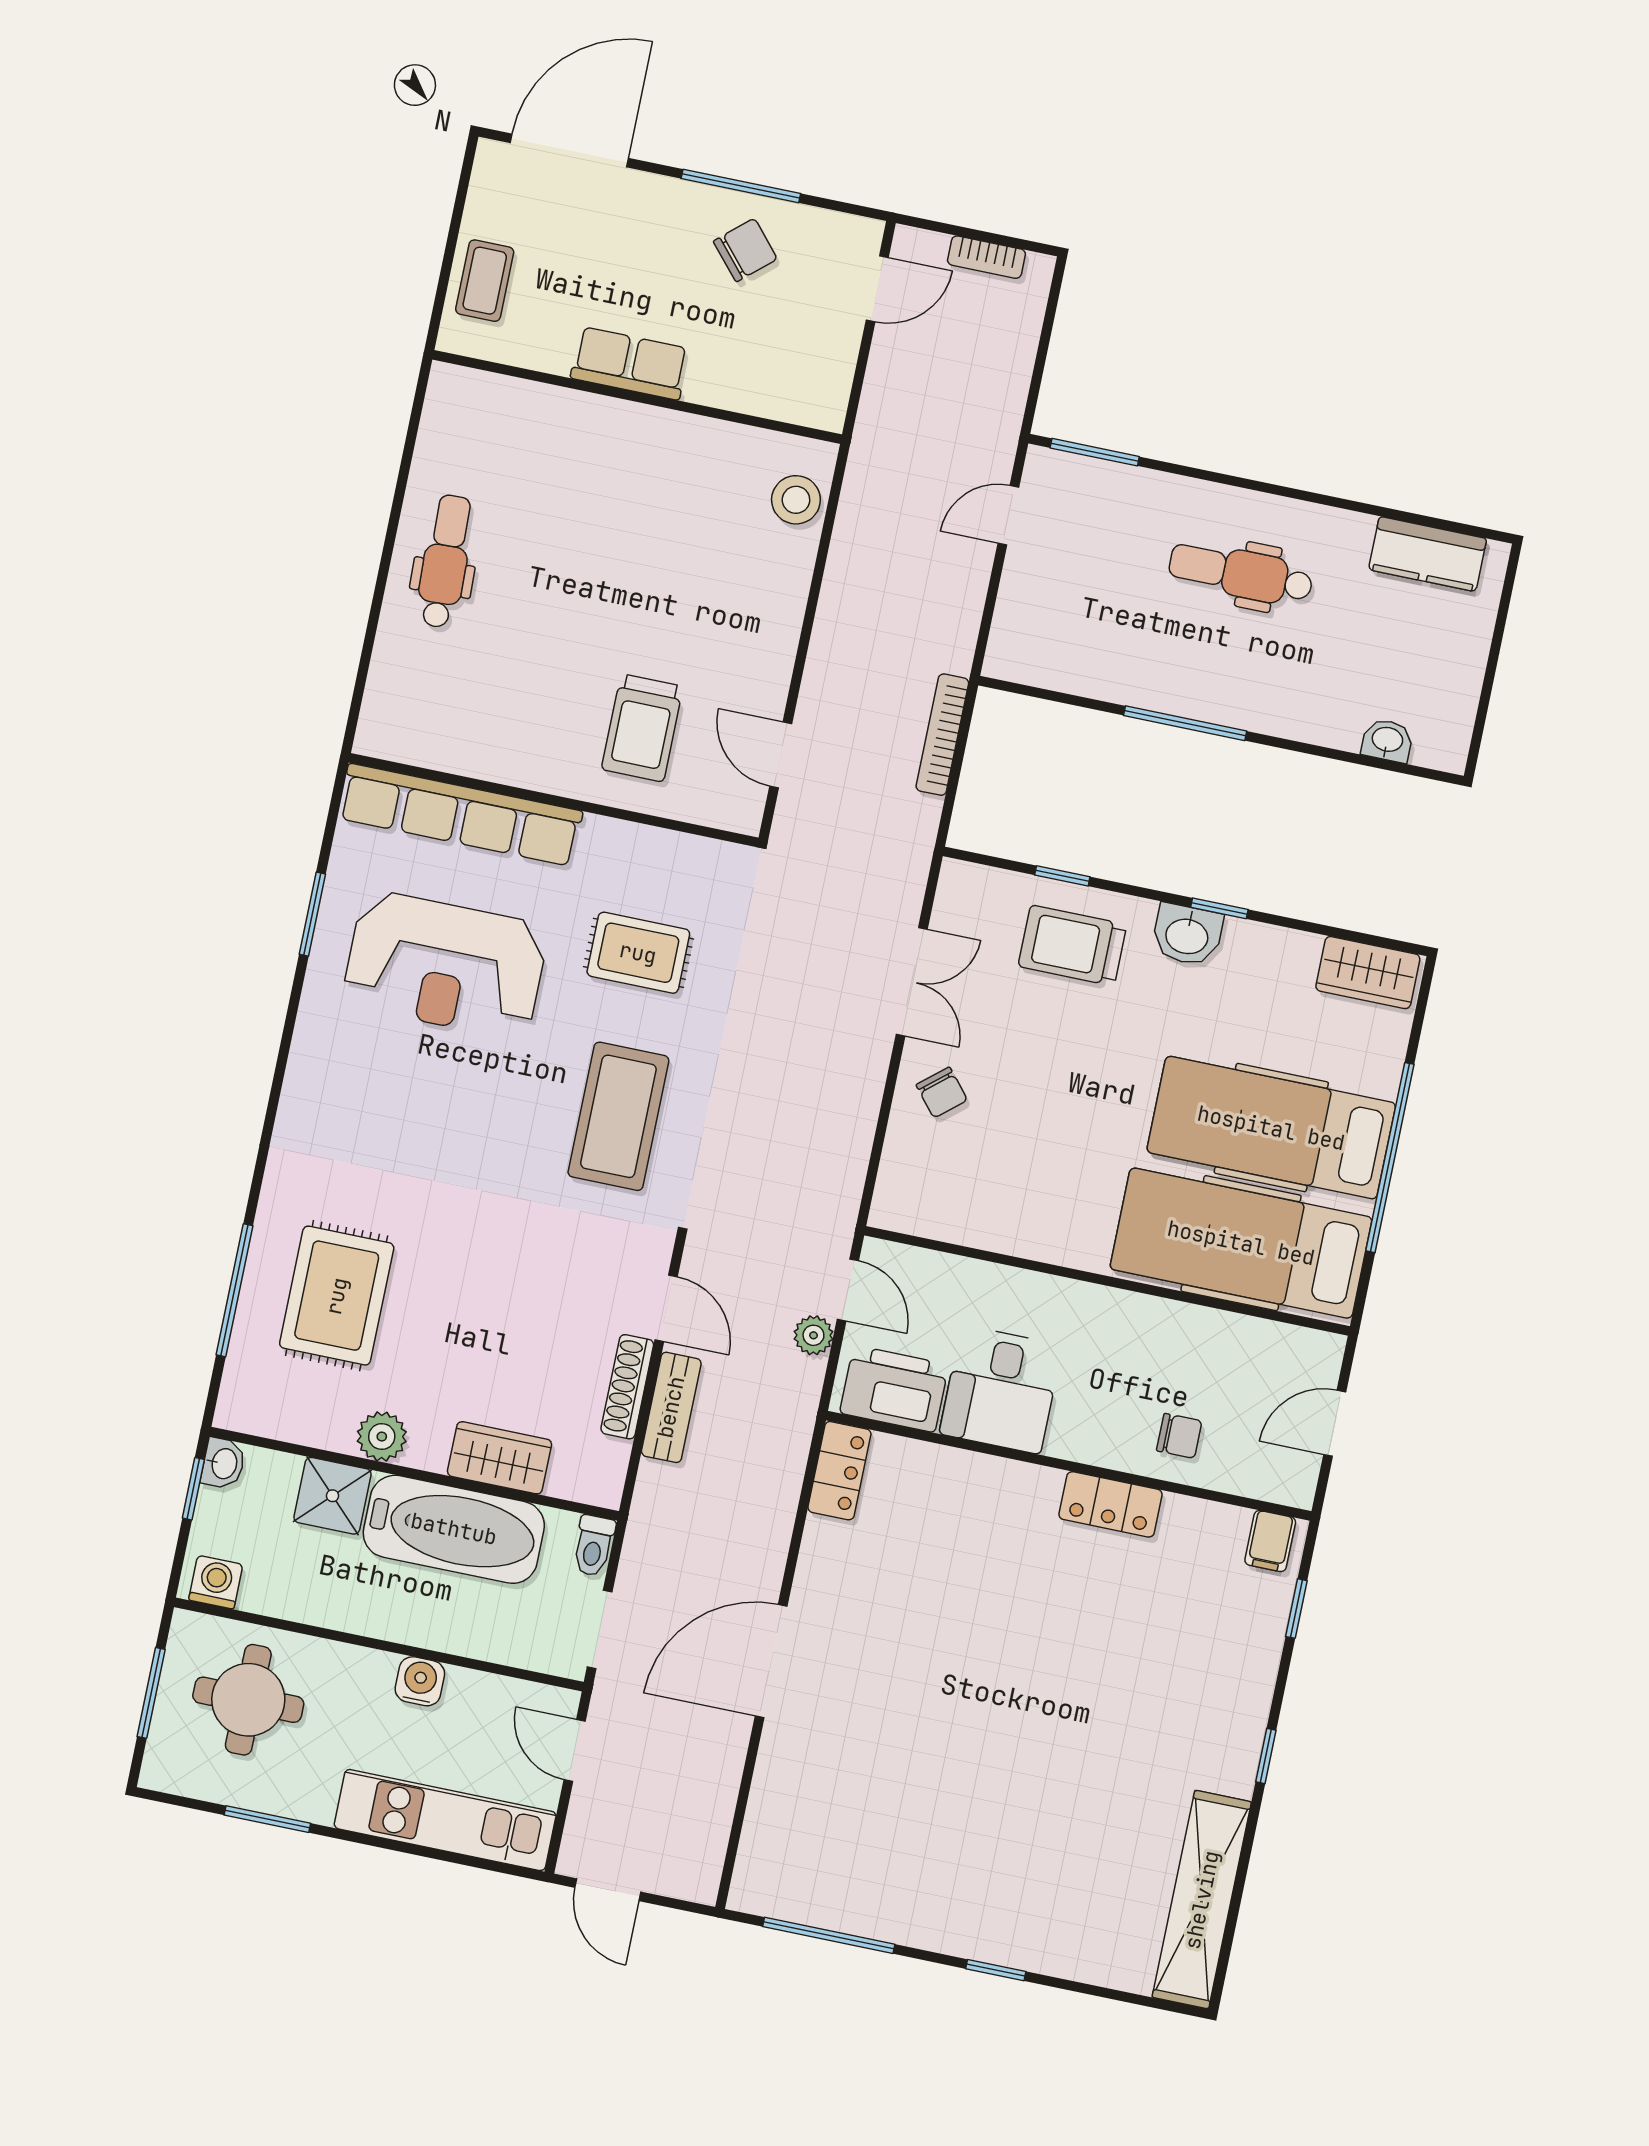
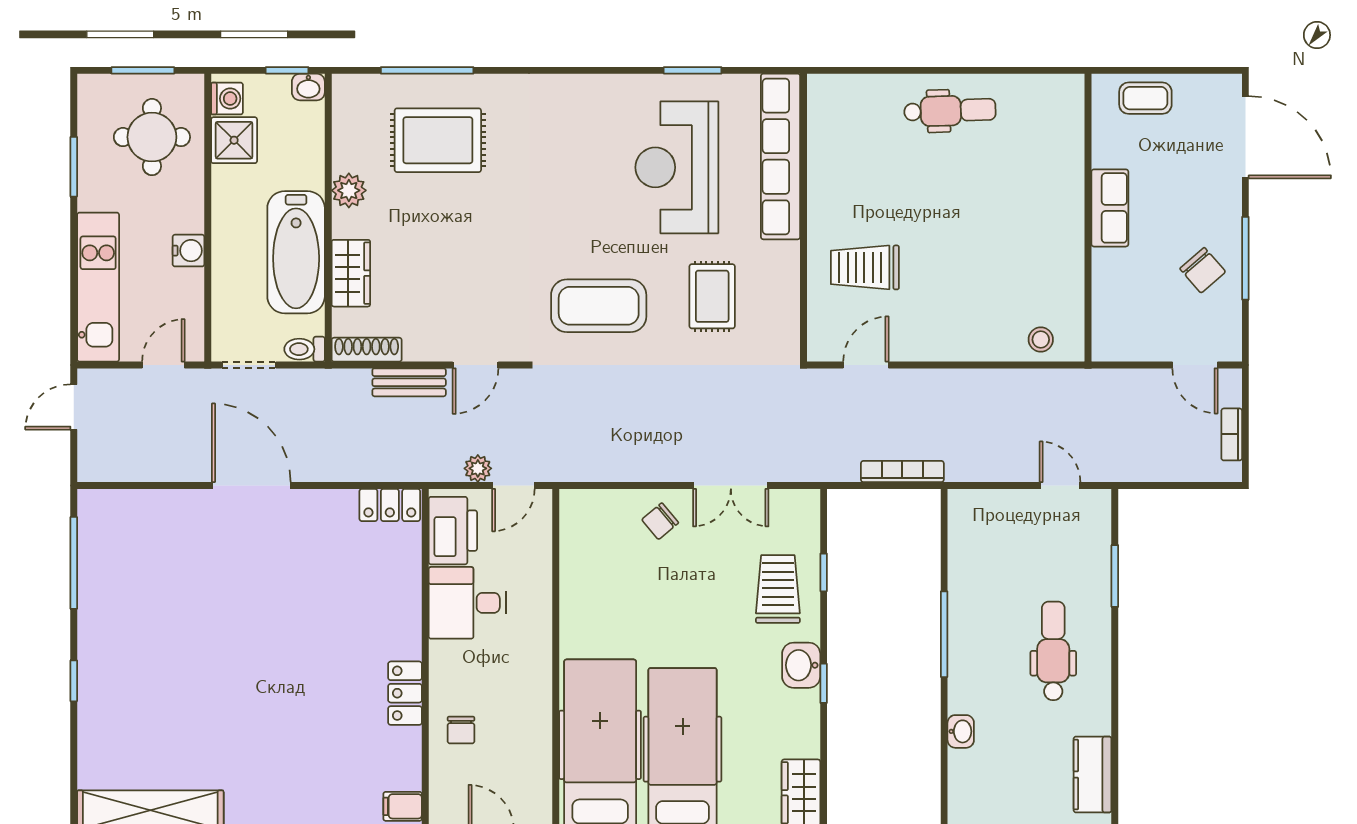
window: (1095, 452) -> (1115, 576), moved
stool: (796, 500) -> (1041, 340), width x0.73, depth x0.73
washbasin: (1387, 740) -> (961, 731), moved
shoe rack: (627, 1387) -> (367, 350), moved
shower: (332, 1496) -> (234, 140), moved

